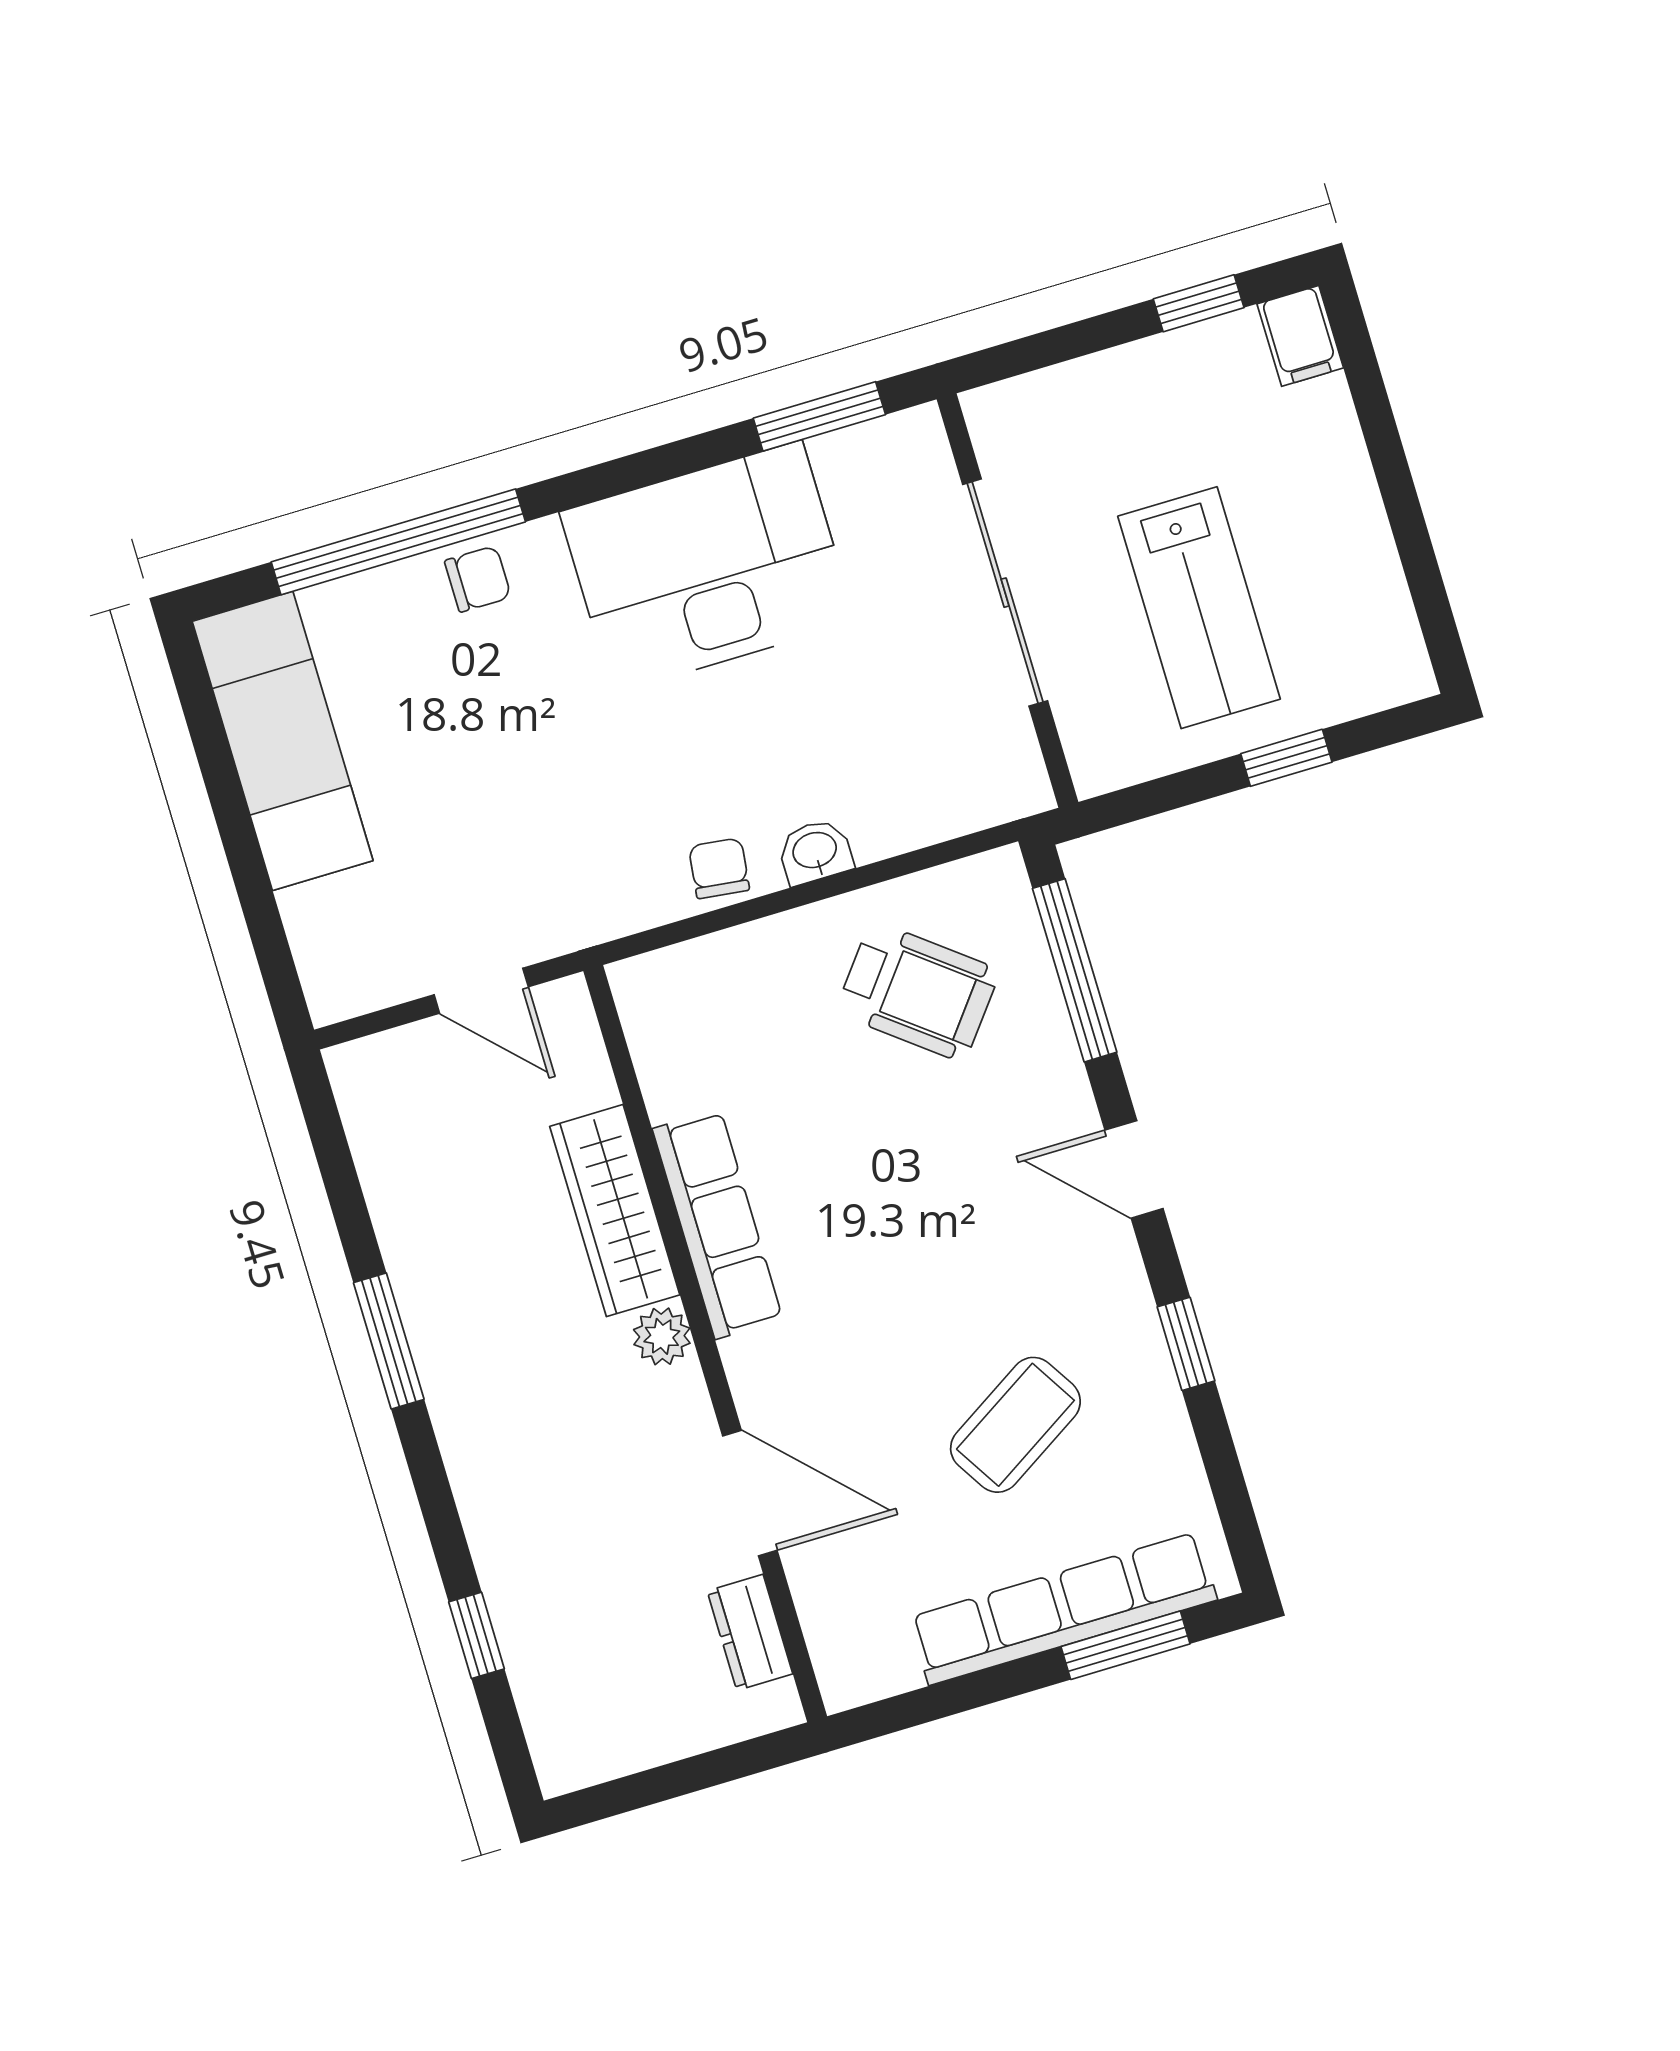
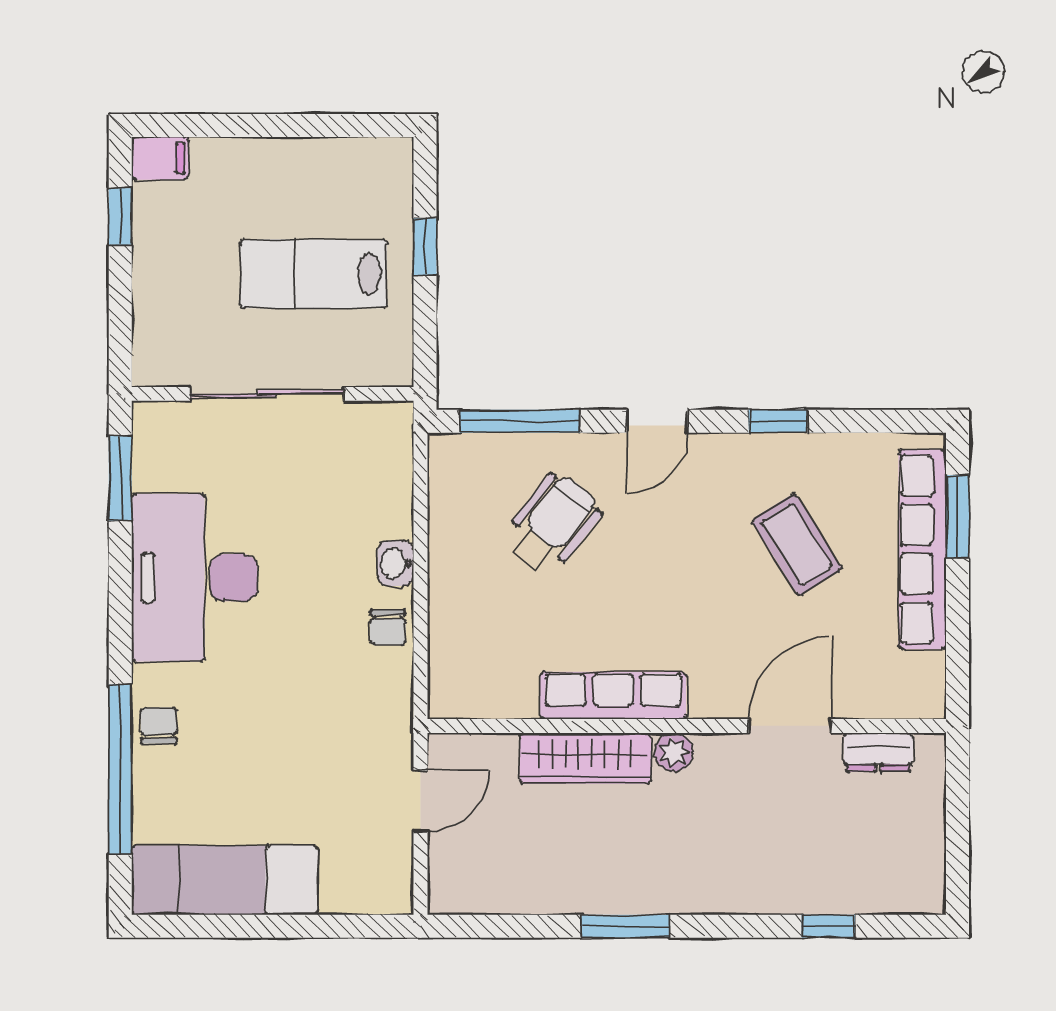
lab bench: (1199, 608) -> (313, 274), turned 180
chair: (719, 868) -> (388, 627), turned -97
wheelchair: (918, 991) -> (553, 524), moved

